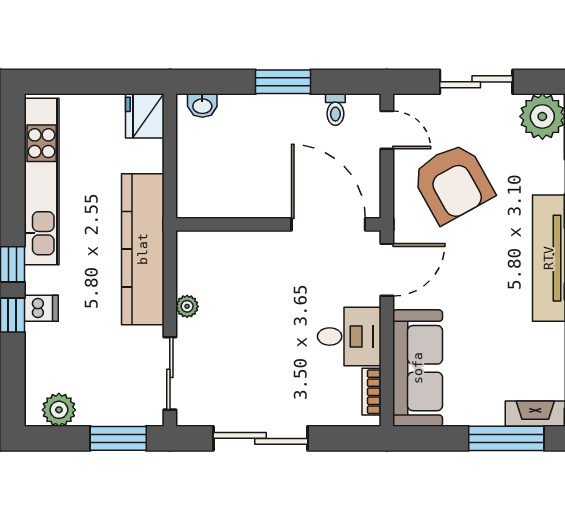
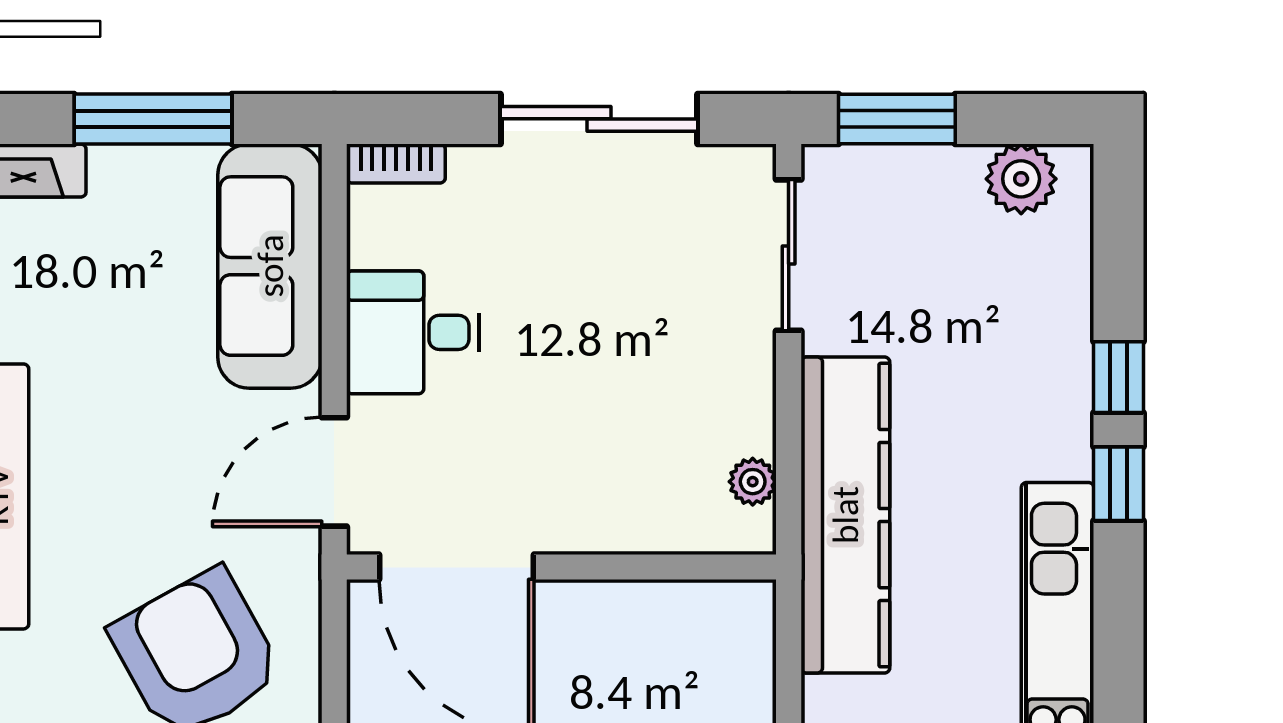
plant: (187, 306) -> (753, 482), moved
dishwasher: (41, 308) -> (1058, 391), removed
bookcase: (371, 392) -> (396, 163), moved, turned 90
window: (506, 438) -> (153, 119), moved

